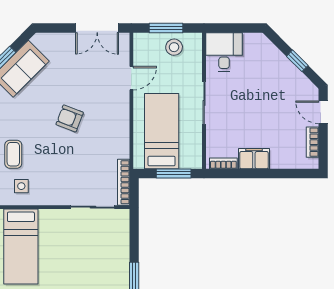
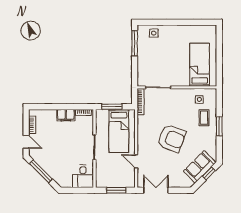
stool: (174, 47) -> (112, 179), removed
window: (297, 61) -> (41, 171), width x2.17
door: (131, 78) -> (136, 161), hinge flipped
armchair: (70, 118) -> (172, 138), width x1.88, depth x1.88

